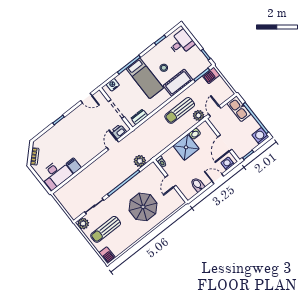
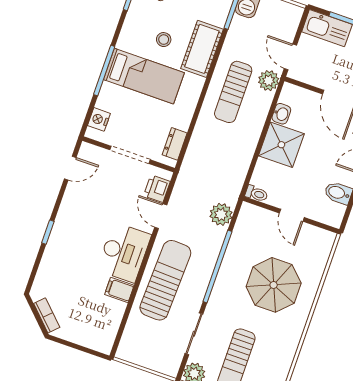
desk: (56, 174) -> (124, 253), moved
sun lounger: (97, 174) -> (165, 280), added

